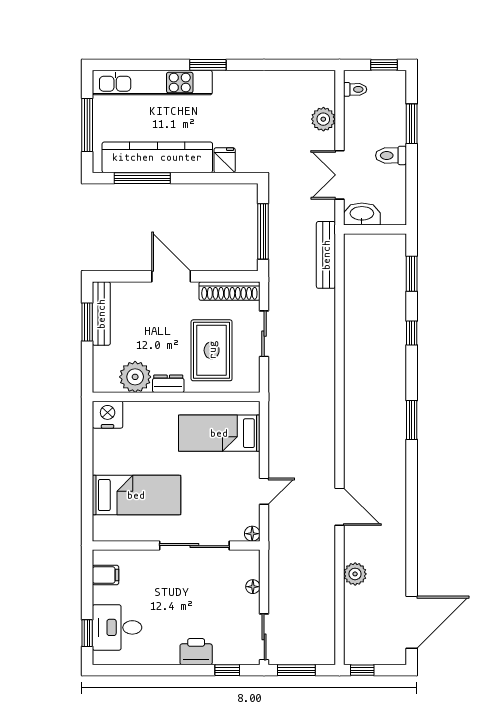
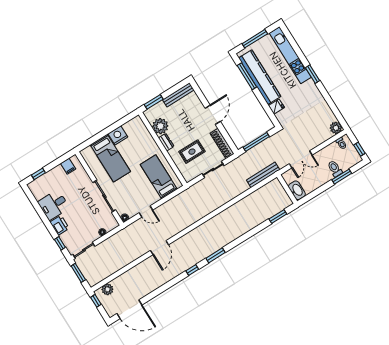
plant: (323, 119) -> (336, 128), moved
toilet: (391, 155) -> (335, 169), moved
double door: (339, 175) -> (301, 159), swing flipped
washbasin: (362, 214) -> (297, 190), moved
window: (87, 322) -> (154, 102), moved
window: (412, 333) -> (192, 270), moved
rug: (212, 350) -> (192, 152), width x0.73, depth x0.70
nightstand: (108, 415) -> (118, 135), moved, turned -90
plant: (355, 574) -> (107, 289), moved
desk: (117, 627) -> (54, 205), moved, turned -90

